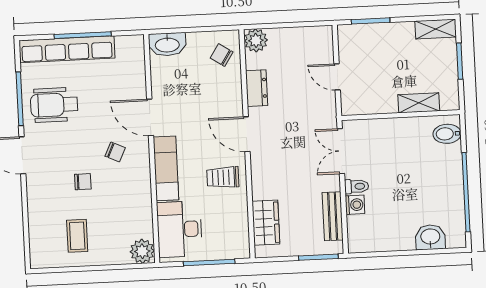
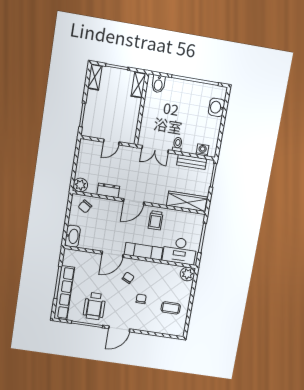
shelving: (419, 103) -> (138, 85), moved
washing machine: (355, 205) -> (202, 150), moved
wardrobe: (266, 223) -> (187, 201), width x1.50

